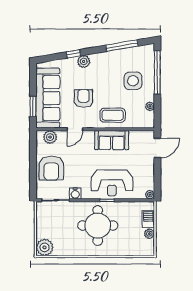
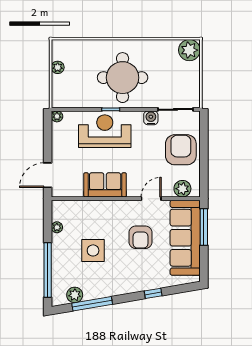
plant: (84, 61) -> (75, 295), moved
side table: (133, 81) -> (93, 250), moved
window: (33, 107) -> (204, 227), width x1.44
coffee table: (113, 115) -> (104, 216), removed
barbecue: (148, 219) -> (59, 86), removed

